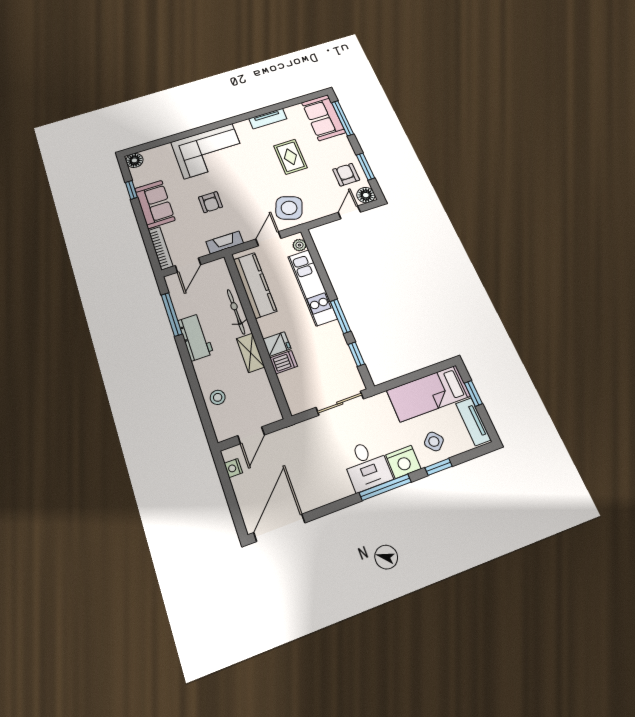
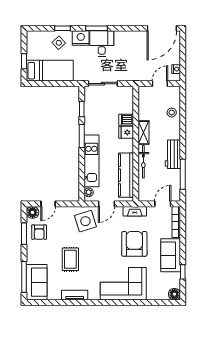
armchair: (211, 202) -> (134, 244), width x1.88, depth x1.88
side table: (289, 208) -> (85, 221), turned -38
tv unit: (473, 422) -> (32, 46), removed
window: (385, 487) -> (96, 28), width x0.69

